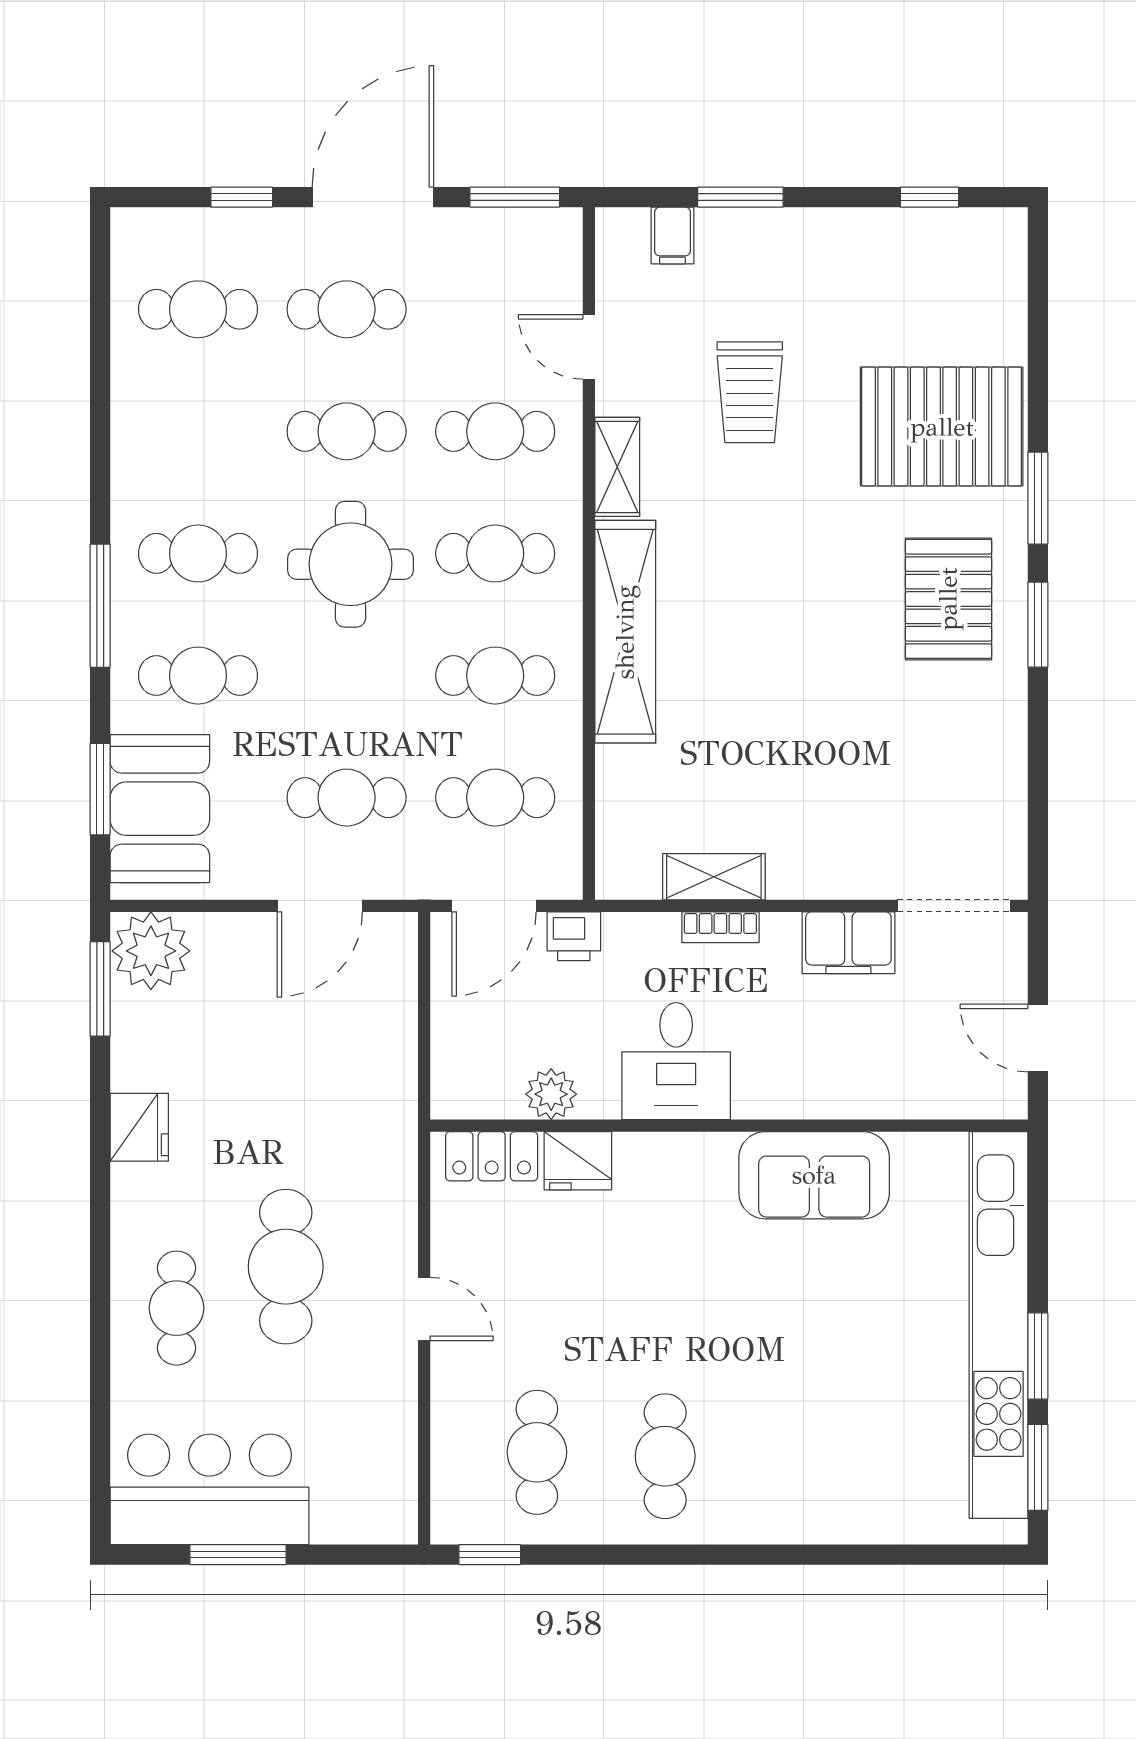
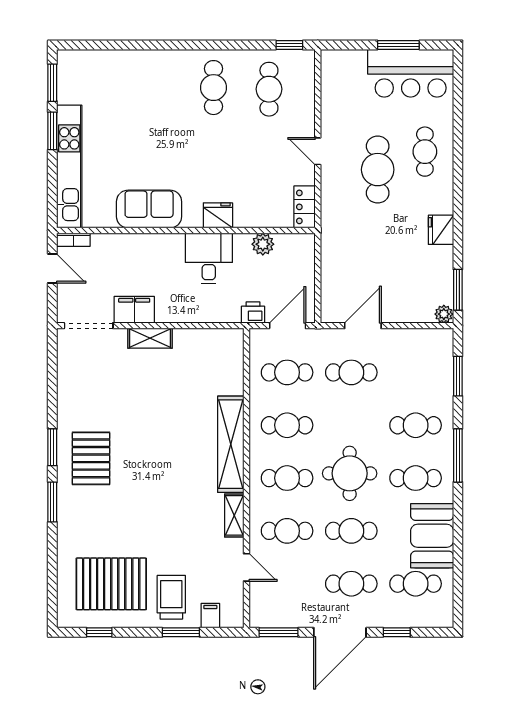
trolley: (750, 392) -> (171, 597), moved
pallet: (942, 427) -> (111, 584), moved
booth: (160, 809) -> (432, 536), moved
shelving: (714, 877) -> (150, 338), moved
bookcase: (720, 927) -> (73, 240), moved, turned 180
plant: (151, 951) -> (444, 314), width x0.53, depth x0.53
locker: (492, 1156) -> (305, 207), moved, turned -90
fridge: (578, 1161) -> (218, 215), moved
kitchen unit: (999, 1325) -> (69, 167), width x0.73

